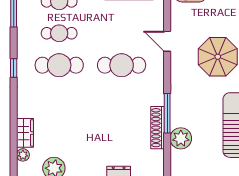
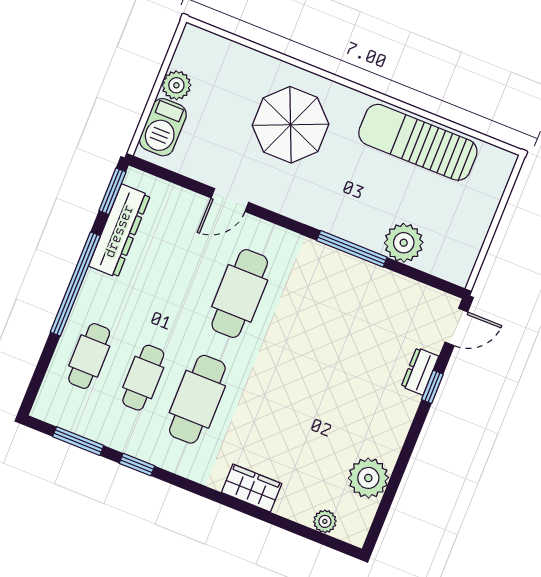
window: (14, 68) -> (137, 465), moved
shoe rack: (158, 128) -> (370, 275), removed
wardrobe: (25, 133) -> (252, 488), moved

